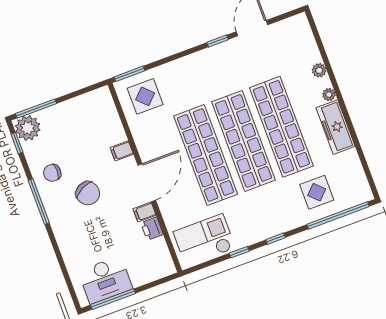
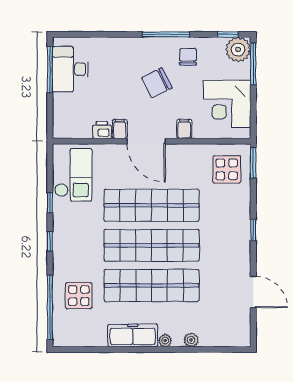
window: (217, 41) -> (253, 230), moved
corner desk: (83, 119) -> (227, 104), added

